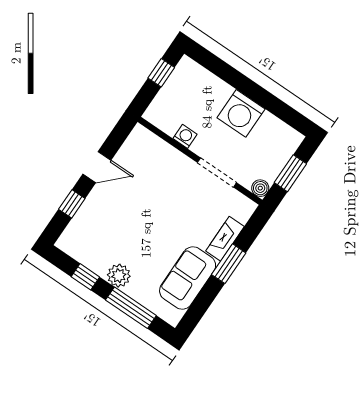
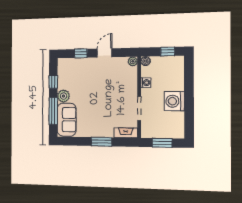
plant: (140, 134) -> (133, 61), added
door: (97, 167) -> (104, 53), swing flipped
boiler: (260, 188) -> (145, 61), moved
fireplace: (225, 239) -> (126, 133), moved
sofa: (188, 278) -> (67, 120), moved, turned 90

